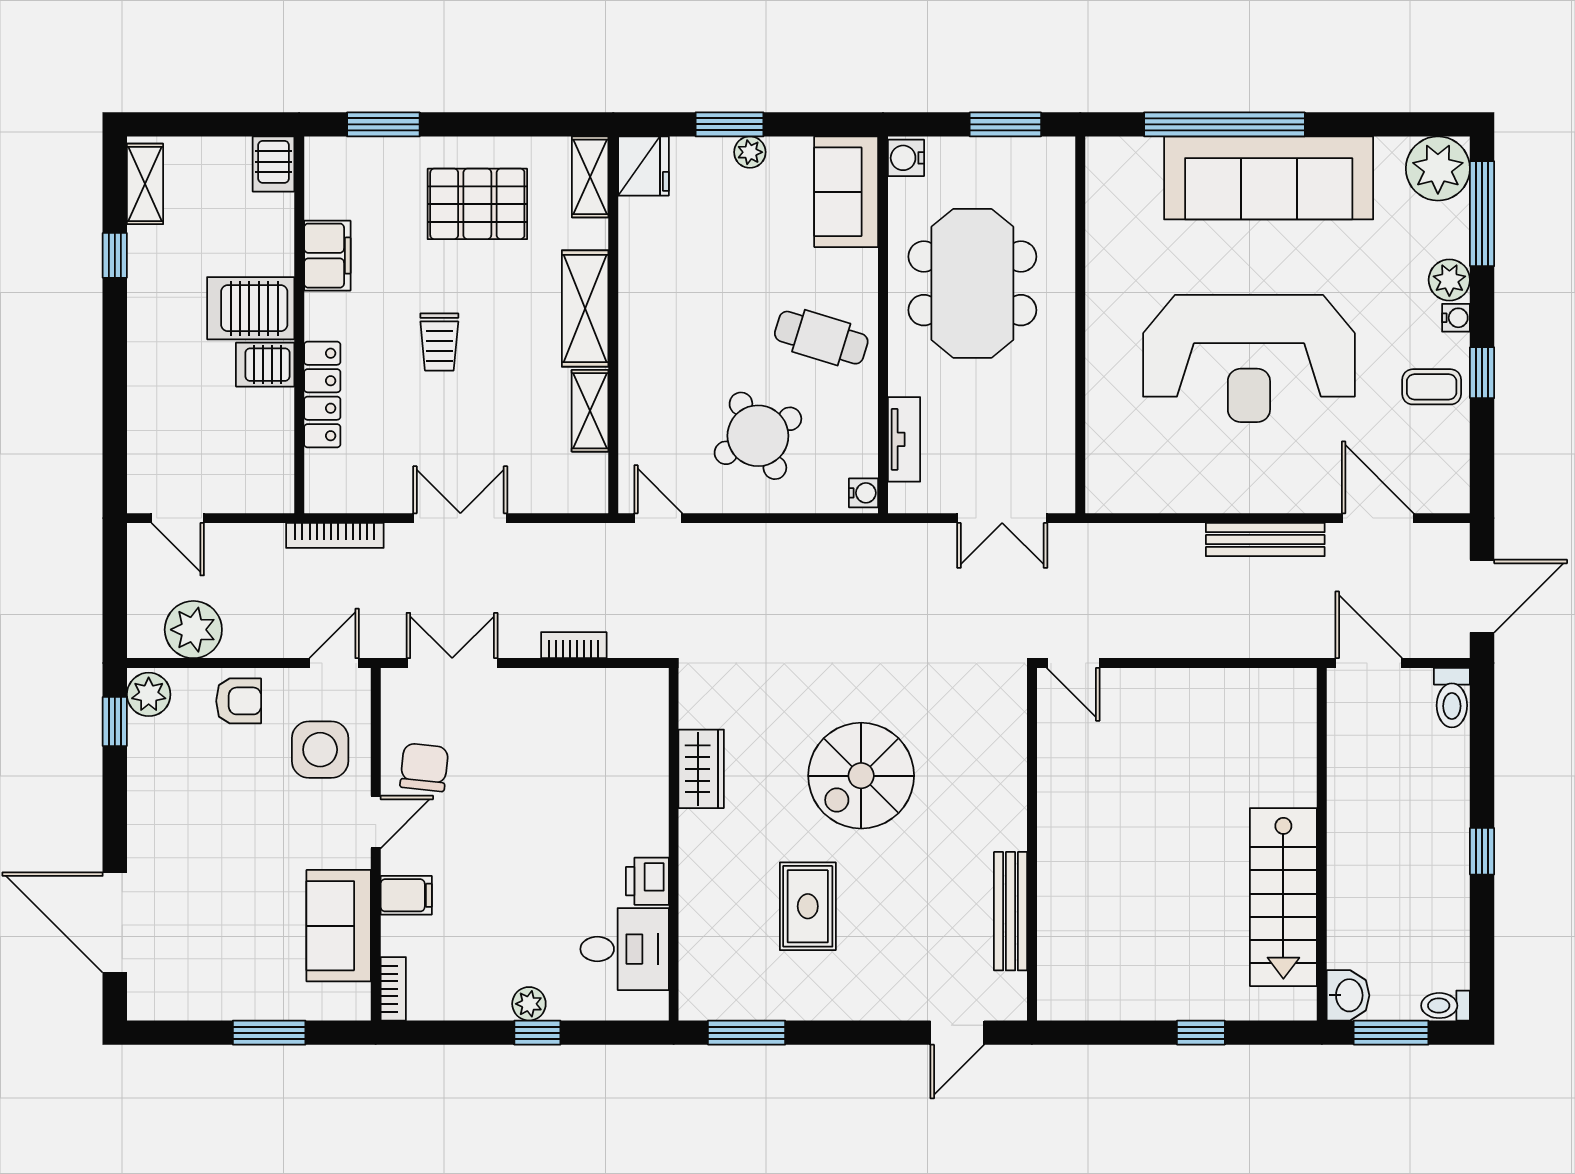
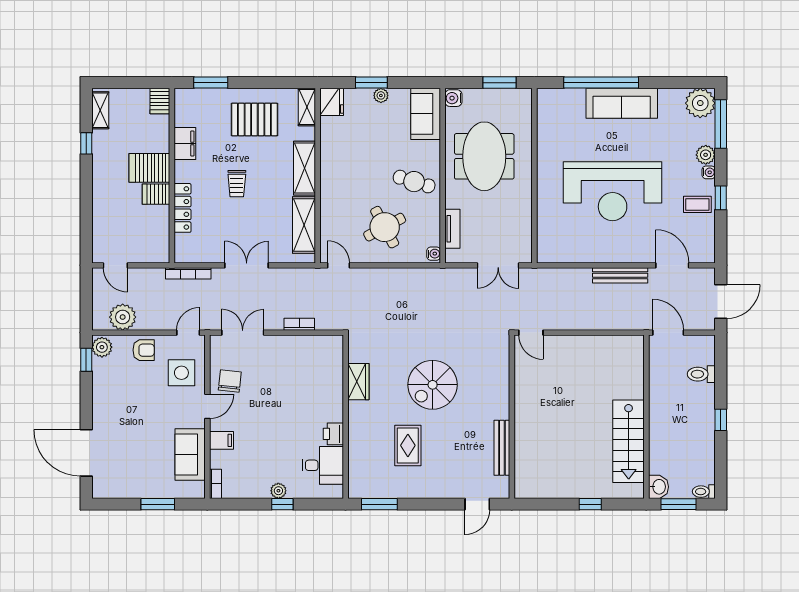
sofa: (1269, 178) -> (622, 103), width x0.74, depth x0.79
shelving: (590, 411) -> (304, 225), width x1.50, depth x1.33
toilet: (1452, 698) -> (701, 374), moved, turned 90

